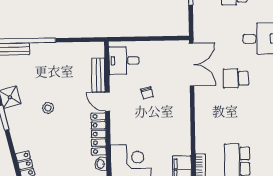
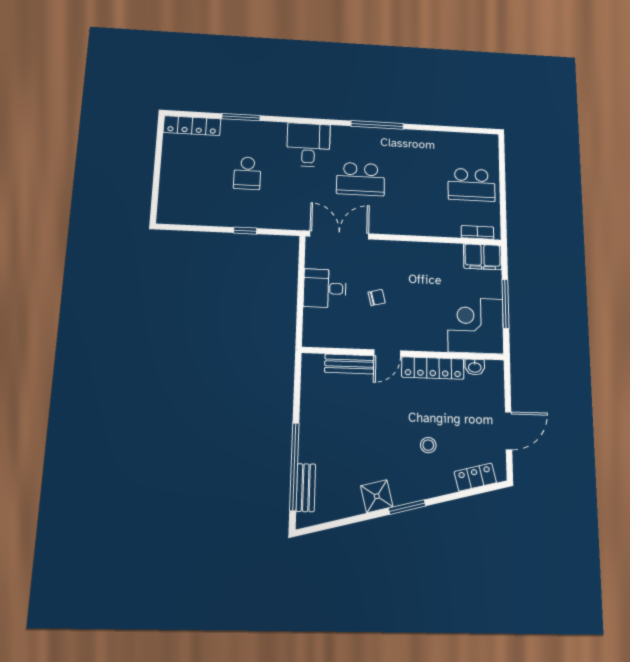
desk: (124, 61) -> (325, 288), moved, turned 90
school desk: (236, 78) -> (361, 179), width x1.85
stool: (48, 108) -> (428, 445), moved

